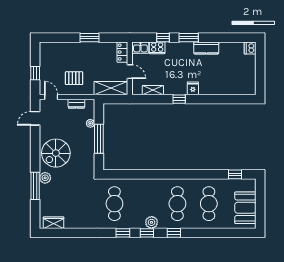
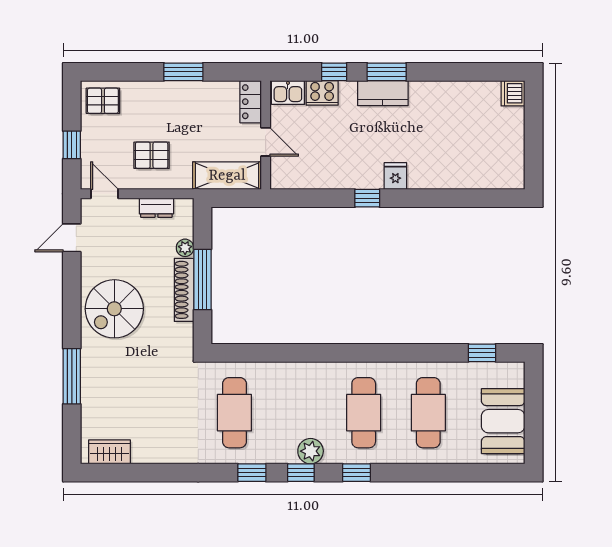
kitchen counter: (206, 48) -> (383, 93), moved
pallet: (50, 52) -> (103, 101), added
shelving: (153, 90) -> (313, 180), removed
shoe rack: (90, 144) -> (184, 290), added
plant: (45, 178) -> (92, 360), removed

